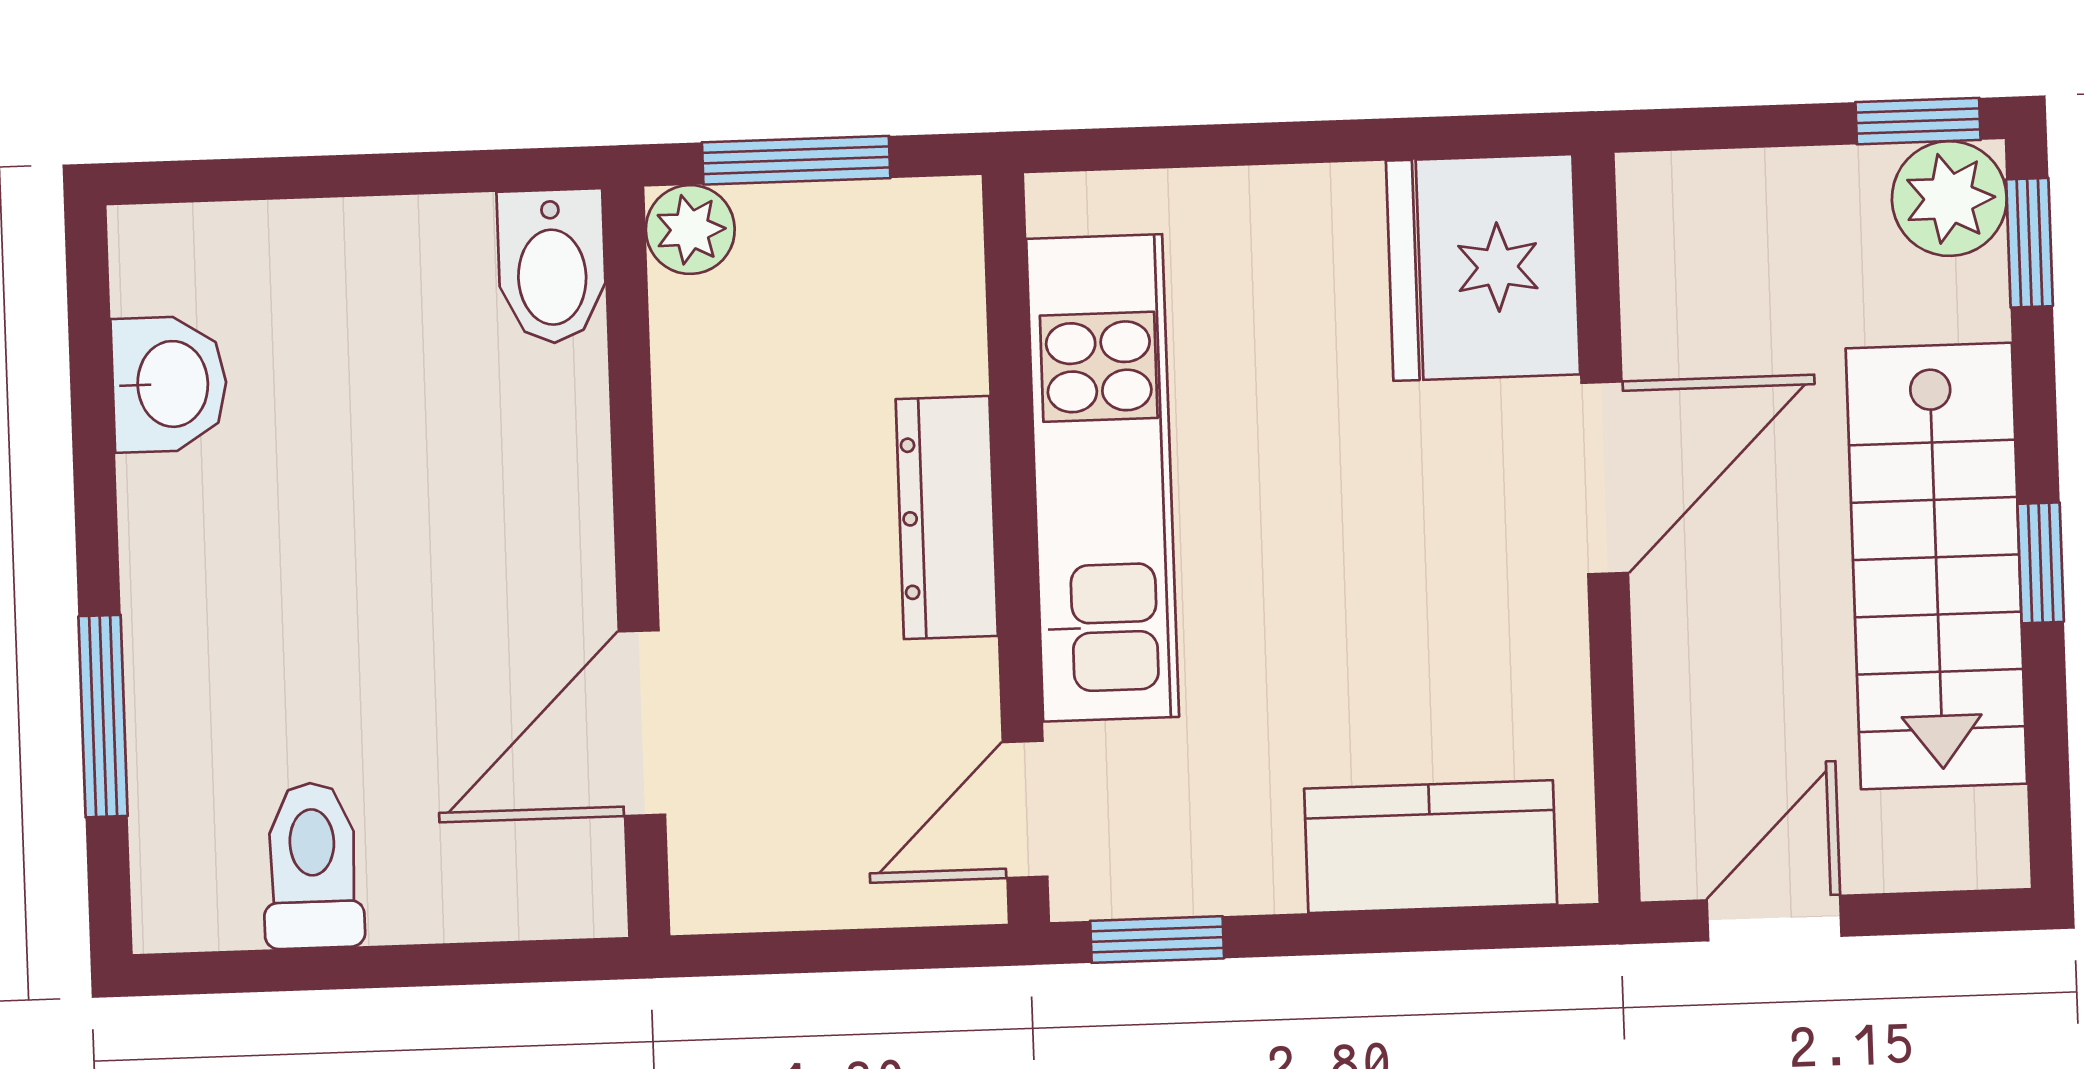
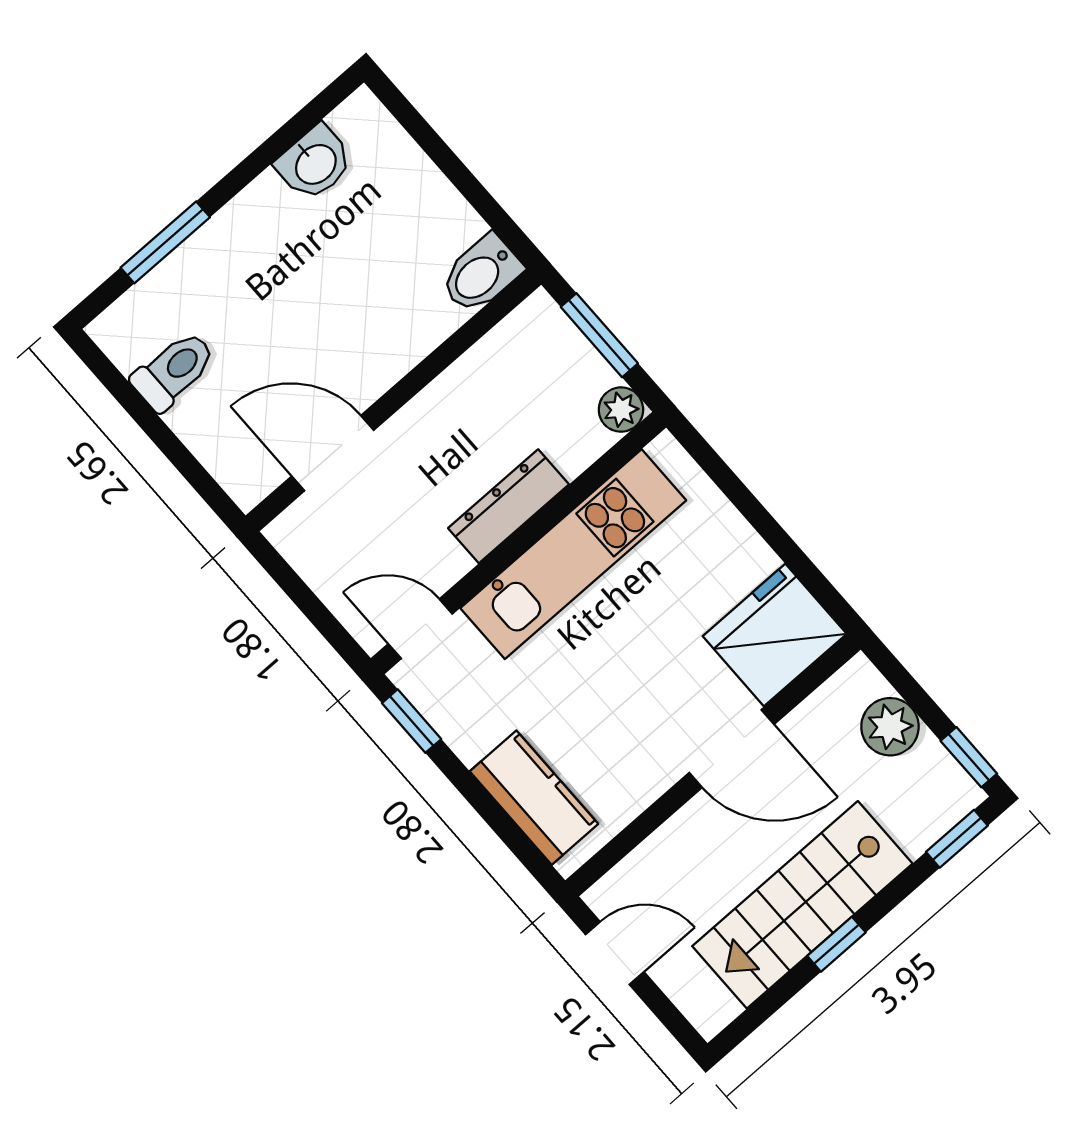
plant: (1949, 199) -> (890, 727), moved
plant: (690, 230) -> (621, 410), moved

